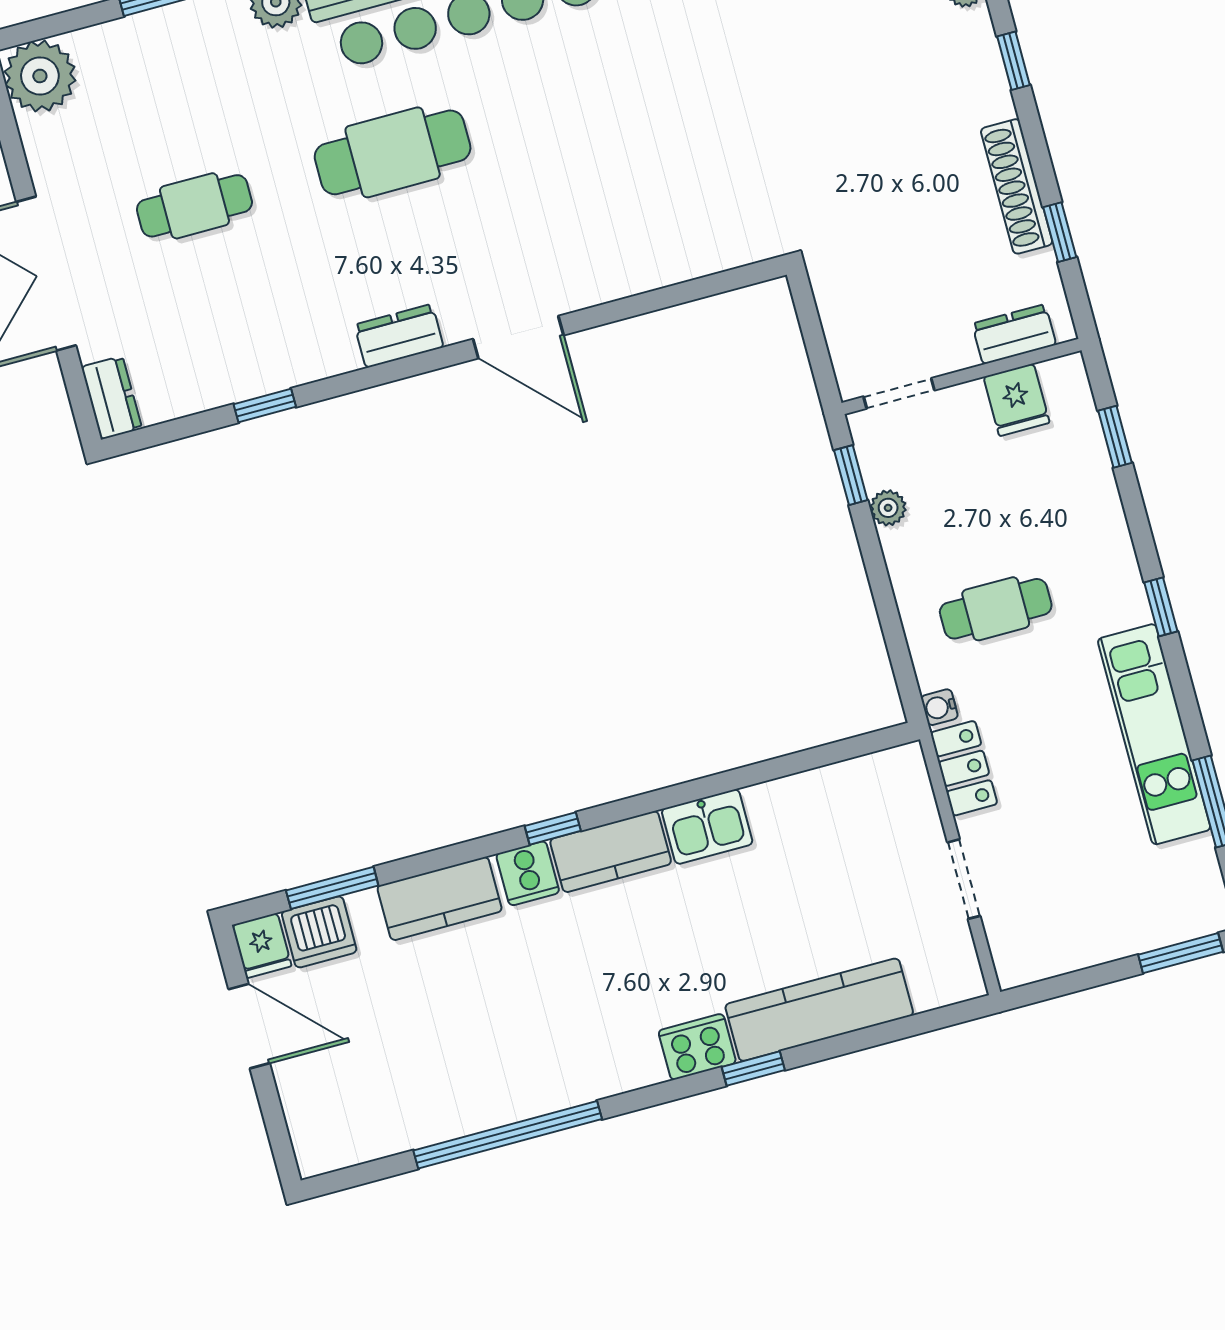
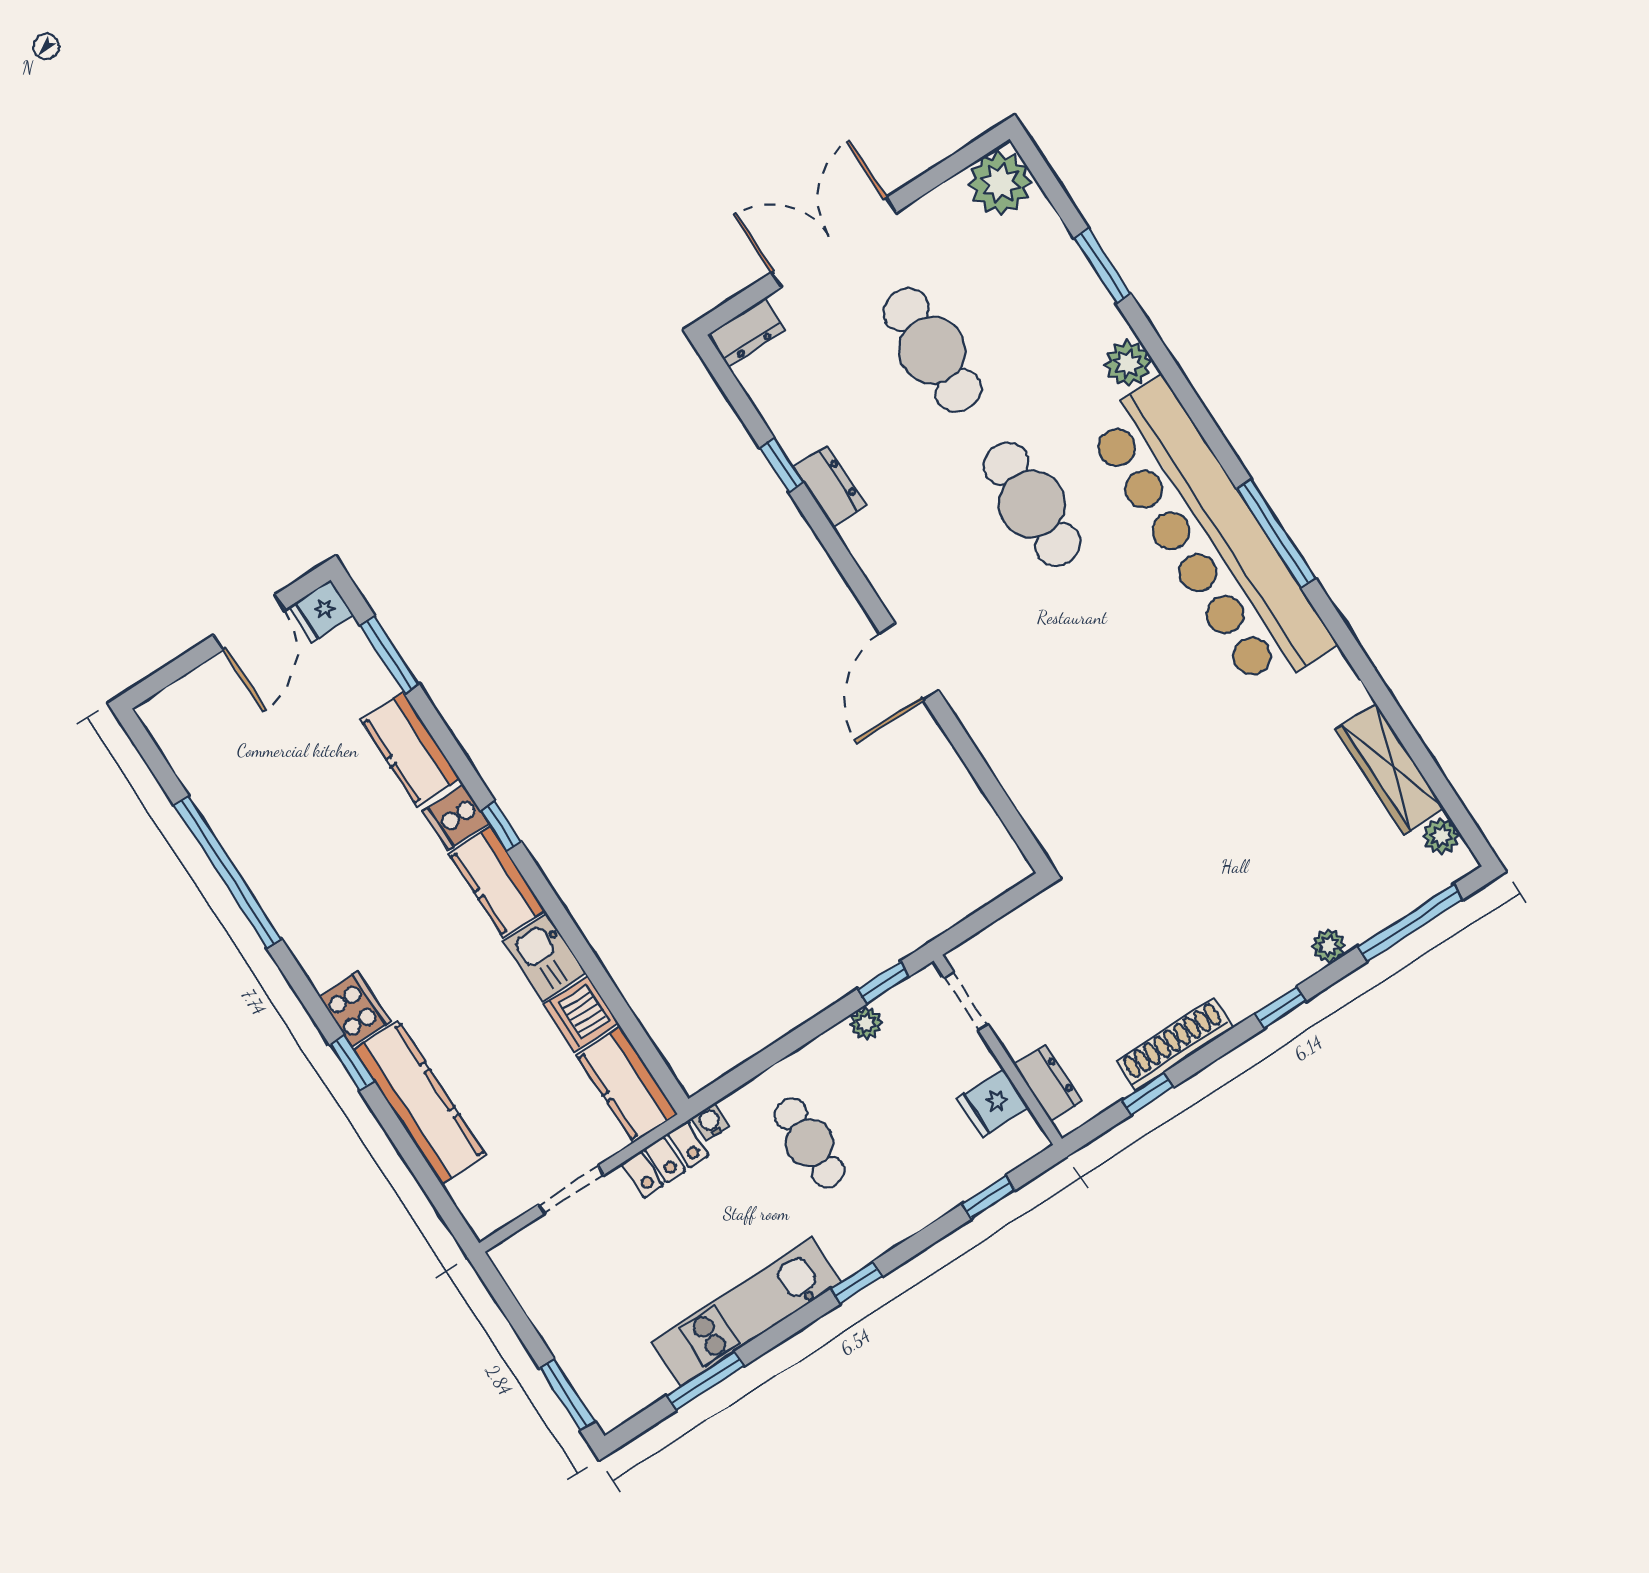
cafe table: (194, 206) -> (932, 350), width x1.37, depth x1.35
dresser: (399, 336) -> (830, 486), moved
kitchen counter: (871, 783) -> (627, 1084), added
dishwasher: (319, 932) -> (581, 1014), moved

